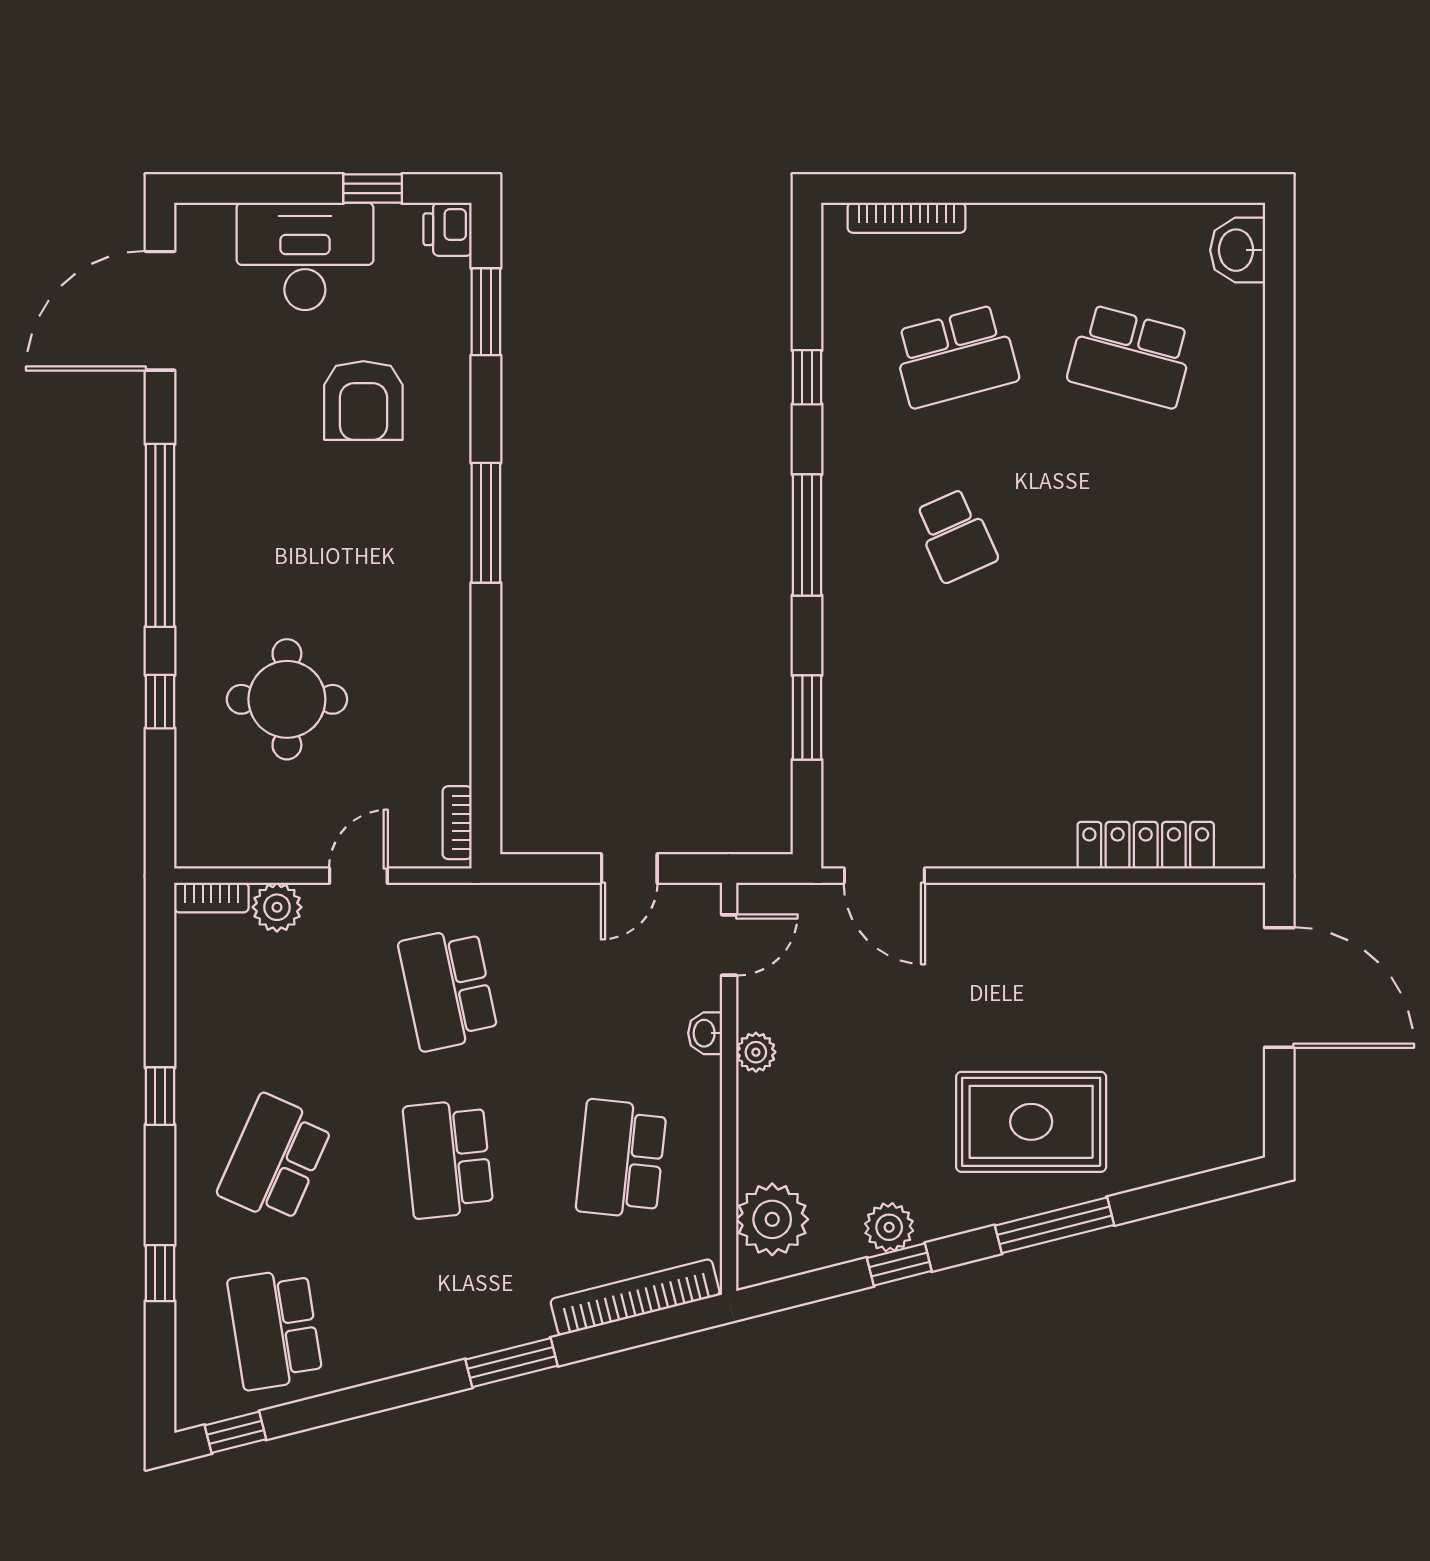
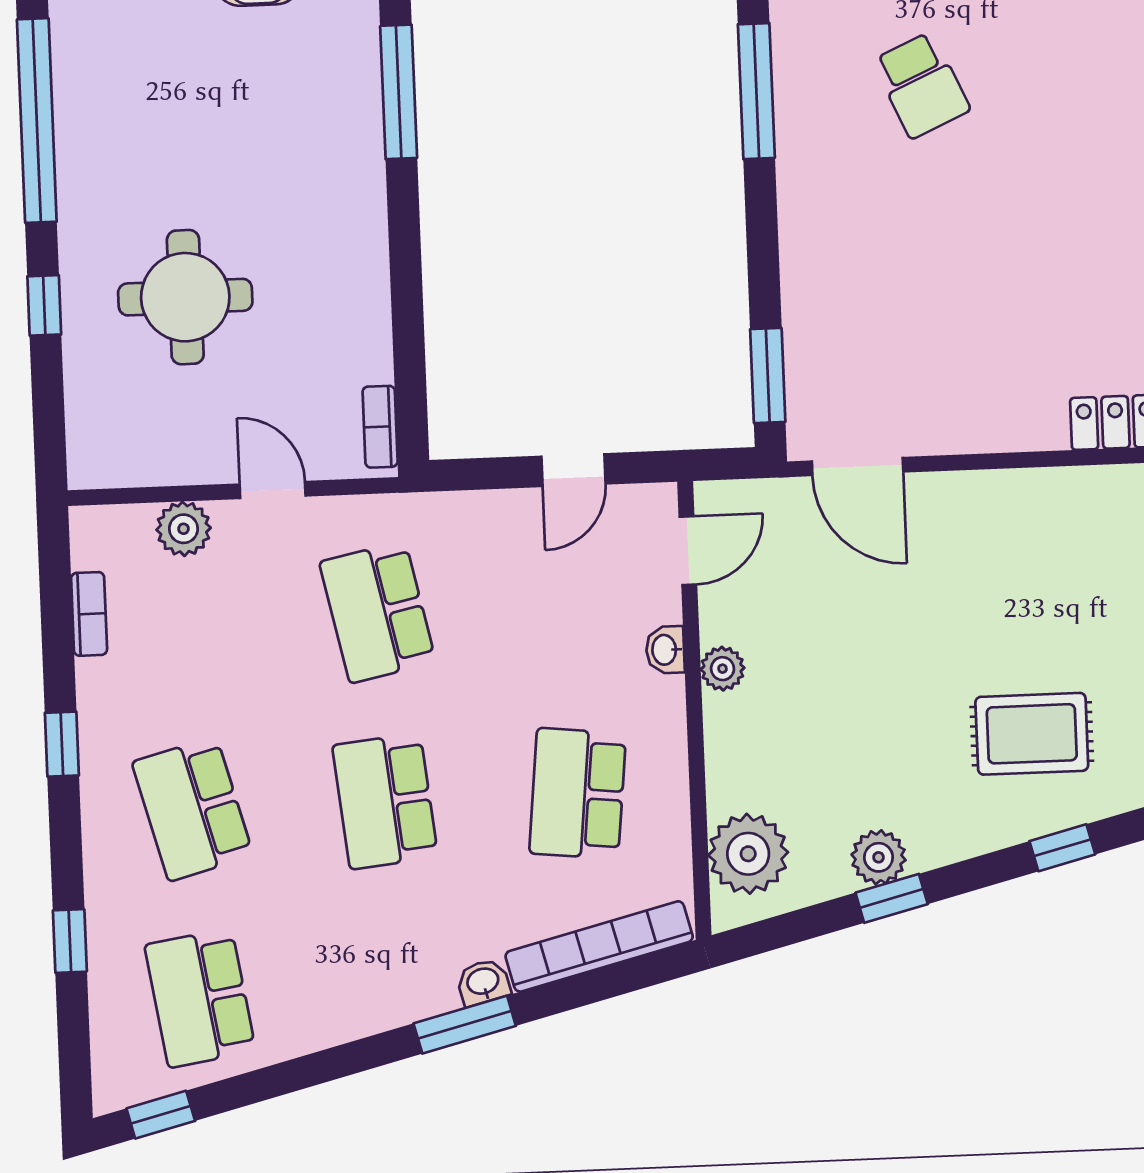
window: (807, 718) -> (768, 376), moved
door: (358, 876) -> (273, 490), hinge flipped
bookcase: (211, 898) -> (89, 614), moved, turned -90
rug: (1031, 1122) -> (1032, 734), width x0.73, depth x0.70
school desk: (275, 1159) -> (192, 809), turned -39
window: (1054, 1225) -> (1062, 848), width x0.46
washbasin: (530, 1325) -> (483, 982), added

